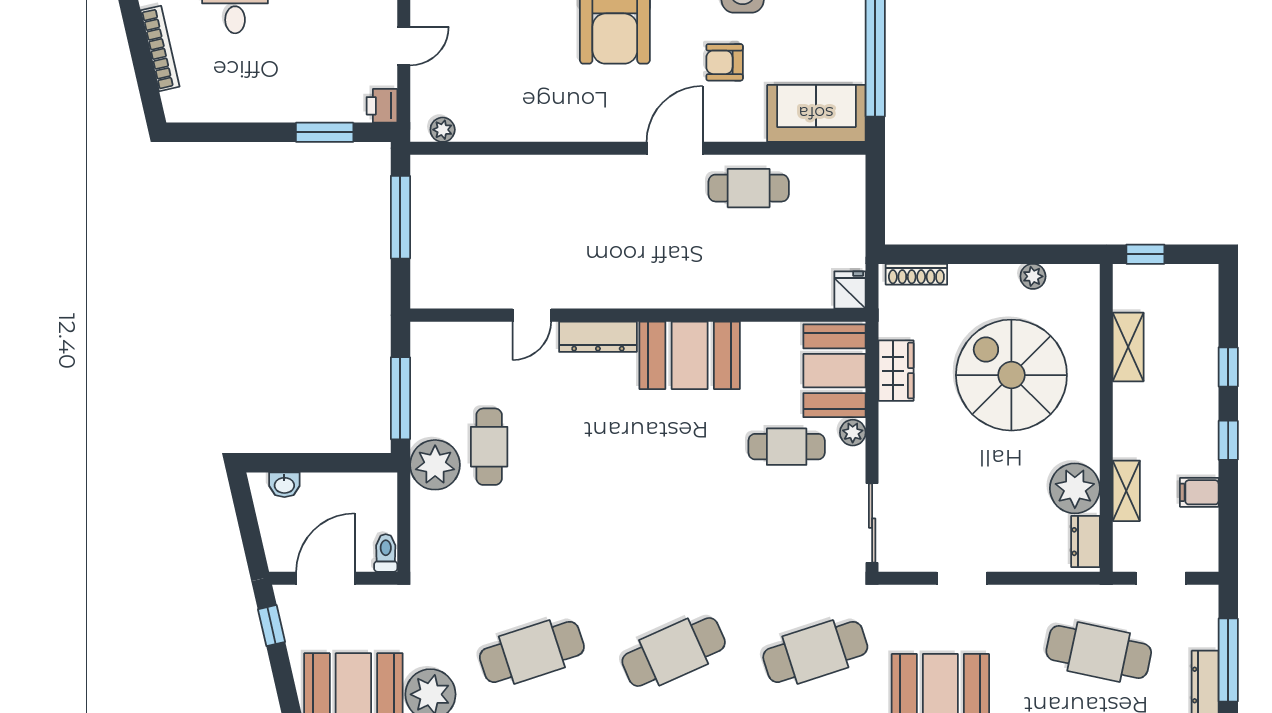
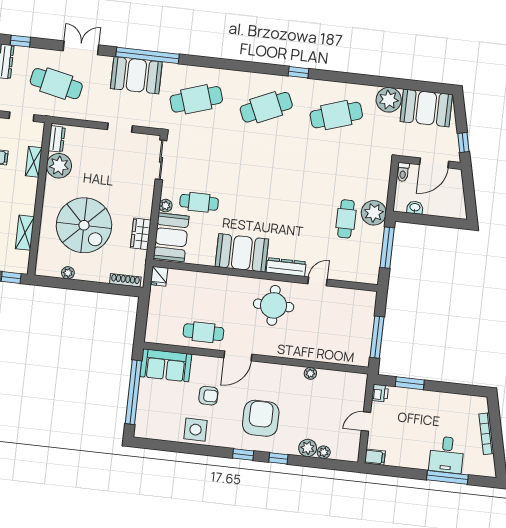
plant: (443, 130) -> (310, 373), moved
round table: (614, 257) -> (274, 305), added
washbasin: (284, 485) -> (415, 208), moved

